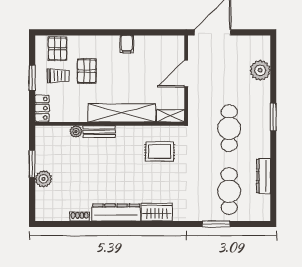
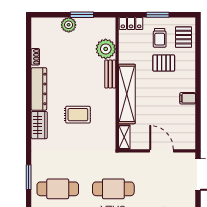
pallet: (57, 49) -> (184, 37), turned 90
plant: (76, 132) -> (106, 49), width x1.87, depth x1.87
rug: (160, 151) -> (78, 115), moved, turned 90

